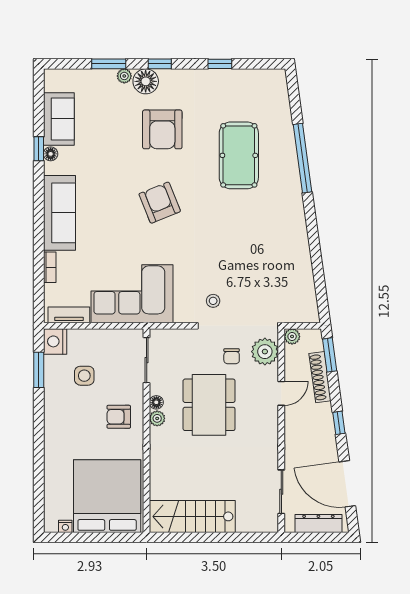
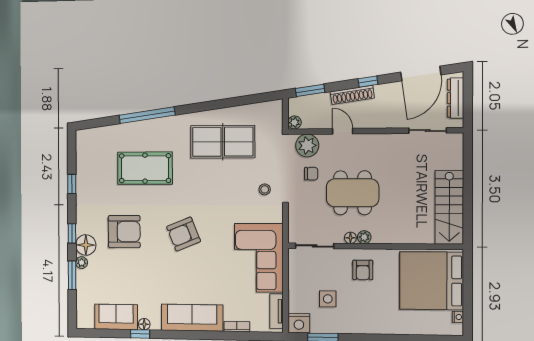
table tennis table: (270, 250) -> (223, 142), added
shoe rack: (320, 377) -> (352, 95), moved

